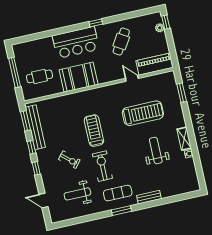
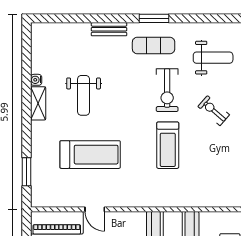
treadmill: (143, 113) -> (90, 155), turned 180

